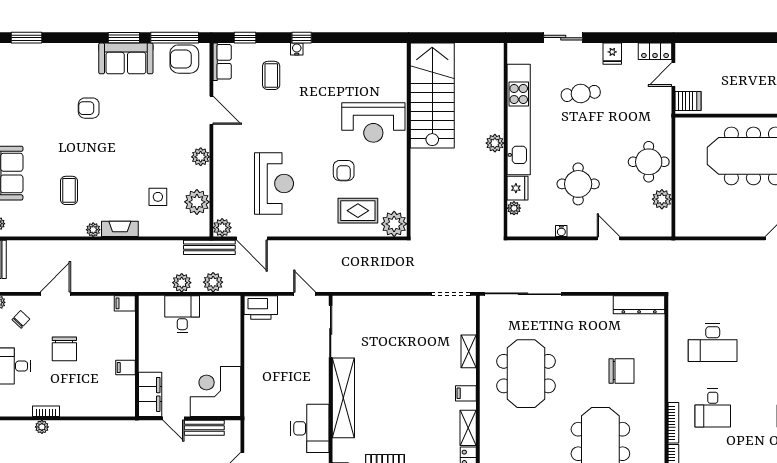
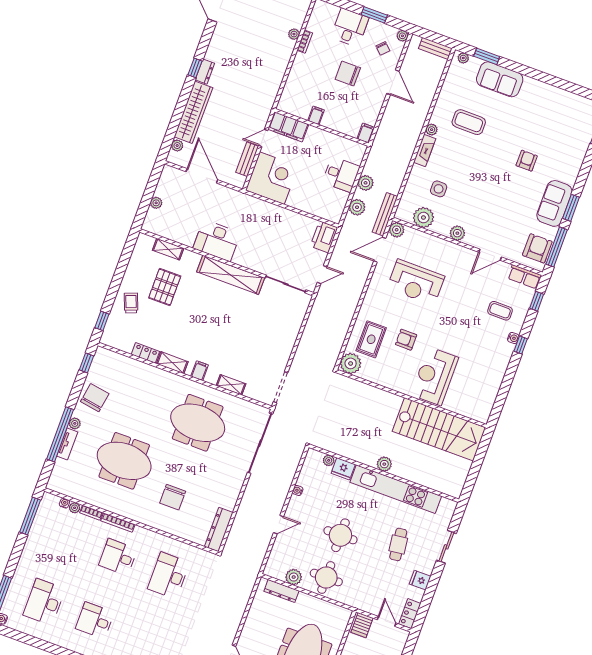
round table: (578, 184) -> (340, 535), moved
coffee table: (69, 190) -> (469, 122), width x1.36, depth x1.30
dresser: (683, 207) -> (281, 591), added

